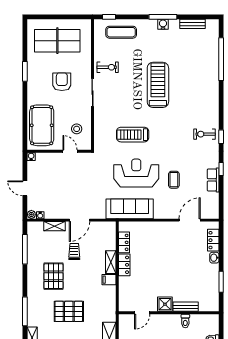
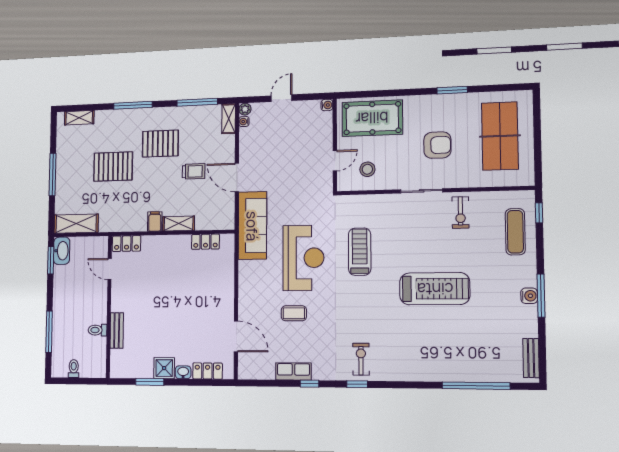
bench: (193, 24) -> (531, 358), moved
sofa: (130, 209) -> (252, 226), moved
shelving: (54, 226) -> (229, 119), moved
locker: (124, 265) -> (127, 244), moved
shower: (165, 304) -> (164, 368), moved
window: (25, 311) -> (133, 105), moved
pallet: (69, 311) -> (113, 167), turned 90

